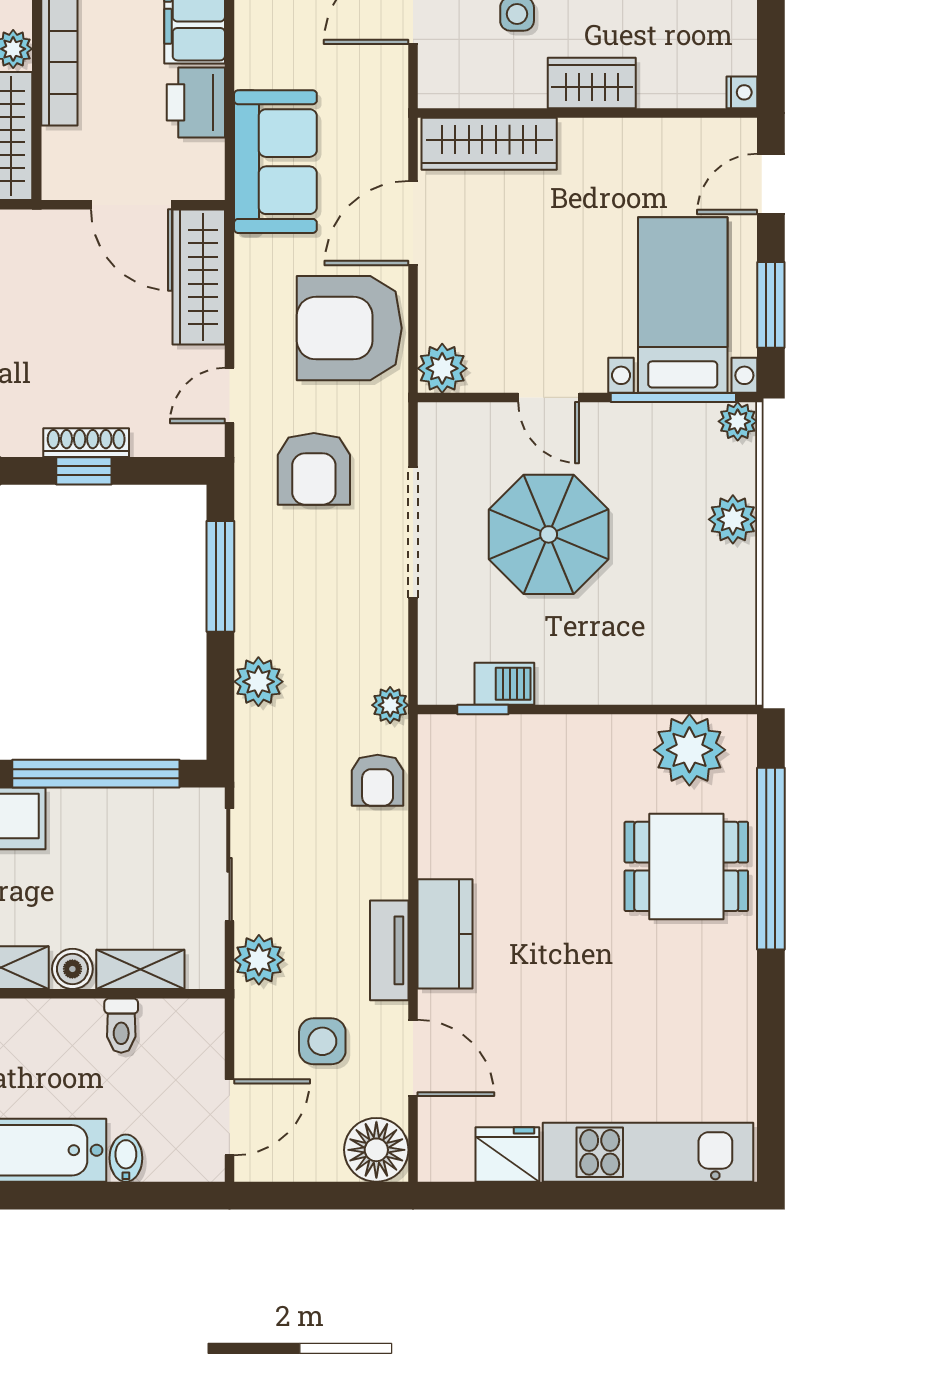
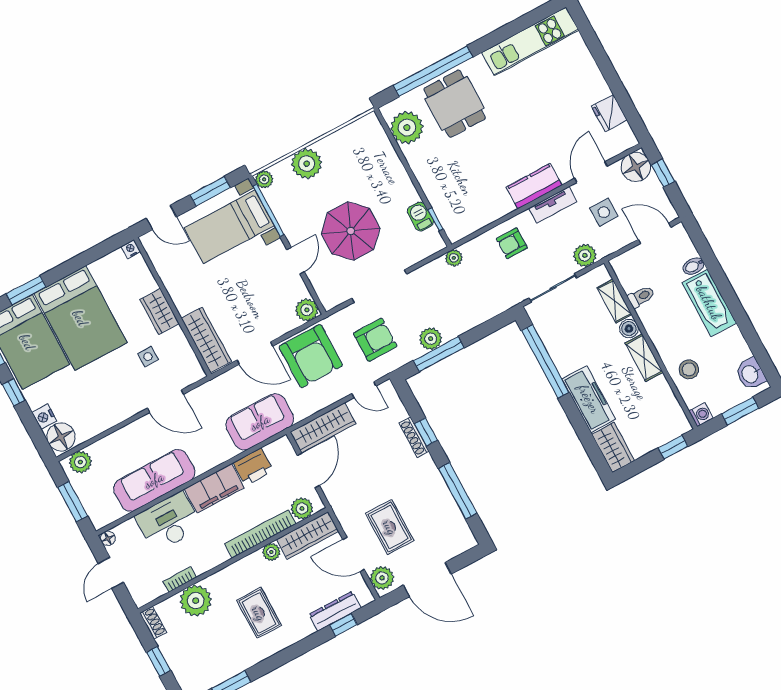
plant: (65, 153) -> (302, 508), added
plant: (733, 519) -> (307, 164), width x1.36, depth x1.36
plant: (258, 682) -> (431, 339), moved
armchair: (378, 780) -> (512, 243), moved, turned 180
kitchen unit: (648, 1152) -> (530, 41), moved, turned -90
window: (336, 1196) -> (663, 173), added

